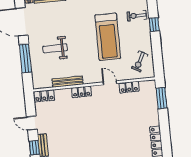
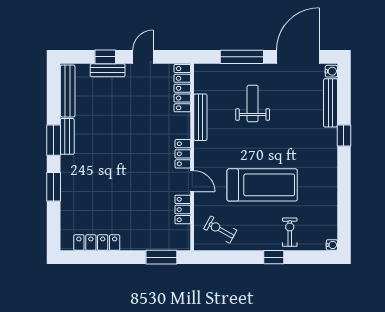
treadmill: (108, 37) -> (262, 185), turned 180
door: (110, 83) -> (192, 181), hinge flipped
locker: (81, 92) -> (183, 154), moved
locker: (44, 96) -> (182, 88), width x1.53

